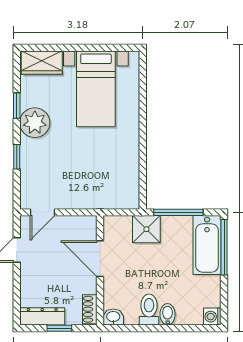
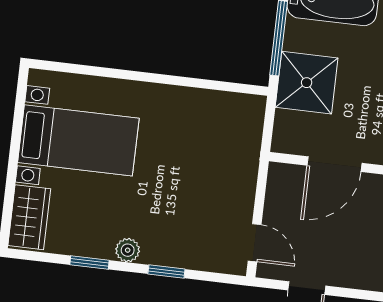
plant: (35, 123) -> (128, 250), width x0.53, depth x0.53
shower: (146, 229) -> (307, 83), width x1.36, depth x1.36

